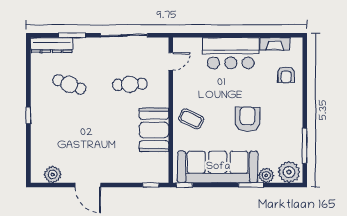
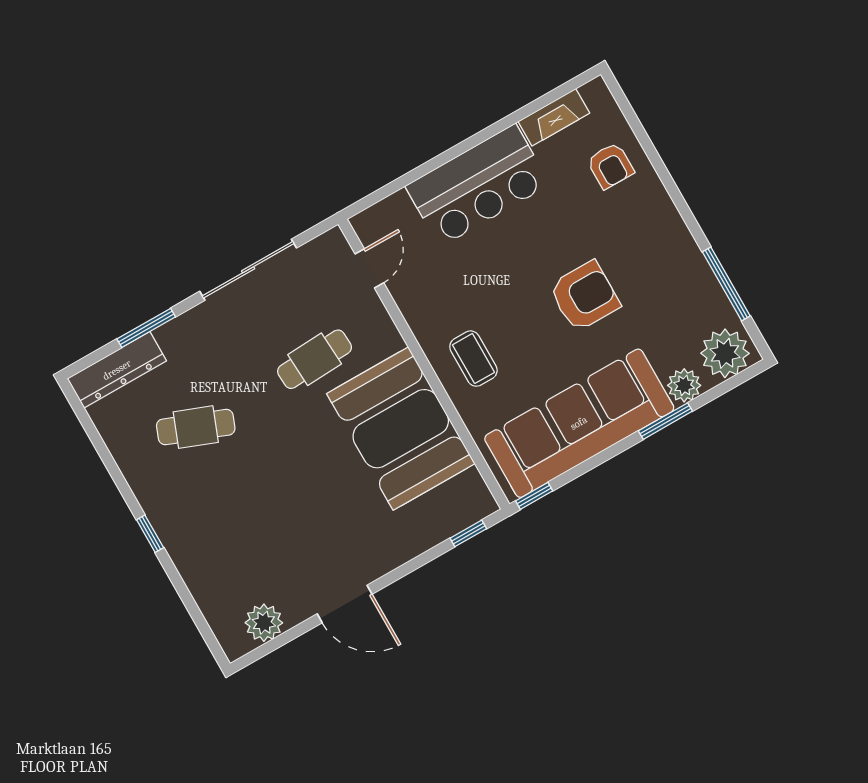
coffee table: (191, 119) -> (473, 359), turned 65
armchair: (247, 119) -> (584, 296), turned 90
booth: (154, 130) -> (401, 429), width x1.36, depth x1.42

